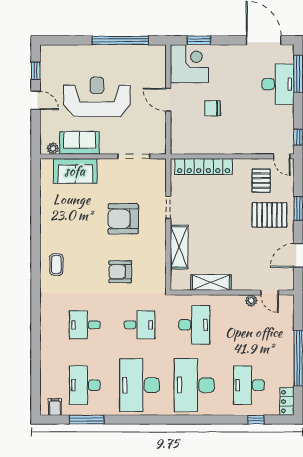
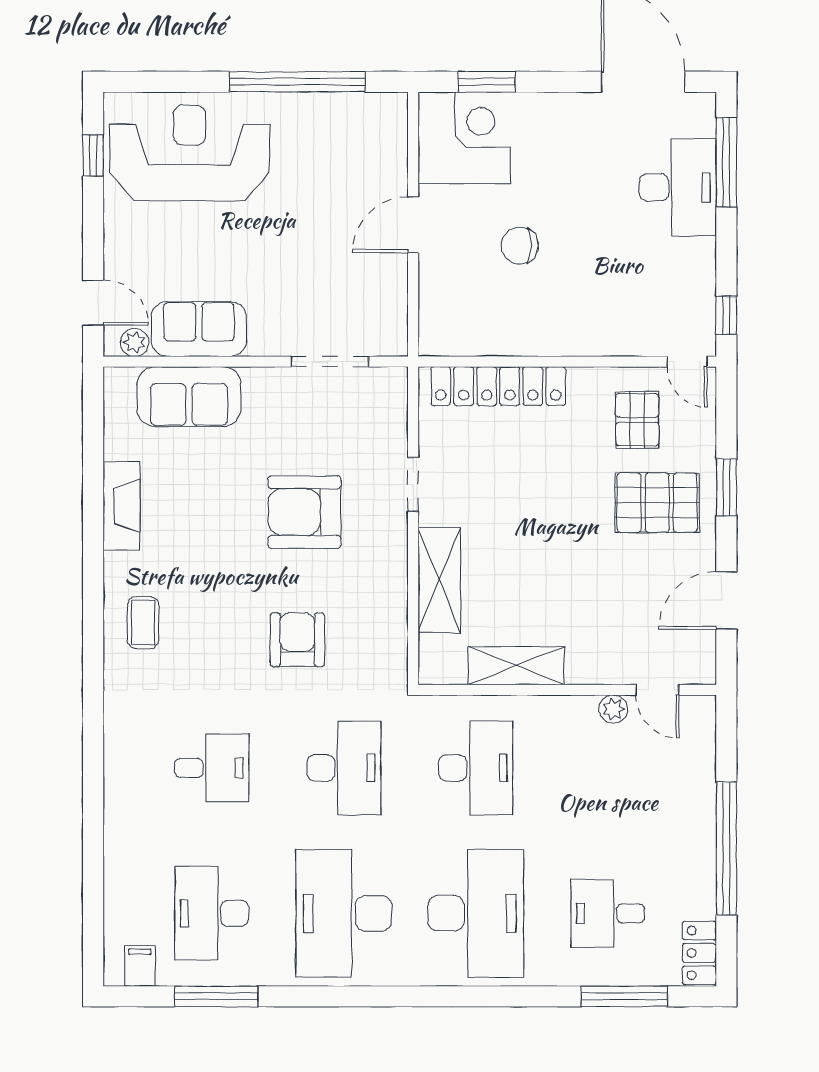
reception desk: (97, 97) -> (190, 153), moved
door: (36, 100) -> (93, 303), moved
door: (168, 100) -> (413, 225), hinge flipped
fireplace: (47, 216) -> (122, 506), added
armchair: (120, 272) -> (297, 640), turned 90
desk: (85, 325) -> (212, 768), turned 180
desk: (140, 325) -> (344, 768), width x1.37
desk: (194, 385) -> (476, 913), turned 180
desk: (249, 385) -> (608, 913), width x0.73
window: (256, 420) -> (624, 996), width x2.17

